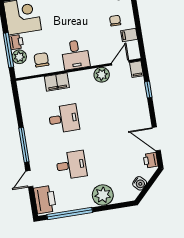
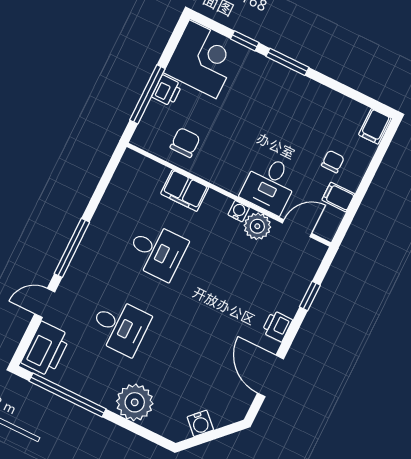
desk: (75, 55) -> (270, 185), moved
plant: (19, 57) -> (156, 115), removed
filing cabinet: (137, 69) -> (314, 254), removed
water cooler: (88, 74) -> (239, 211), added
printer: (151, 160) -> (277, 326), moved

